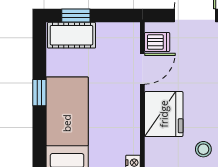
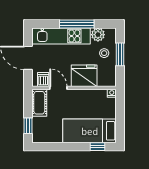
cot: (72, 35) -> (39, 103), moved
window: (39, 93) -> (97, 147), moved

